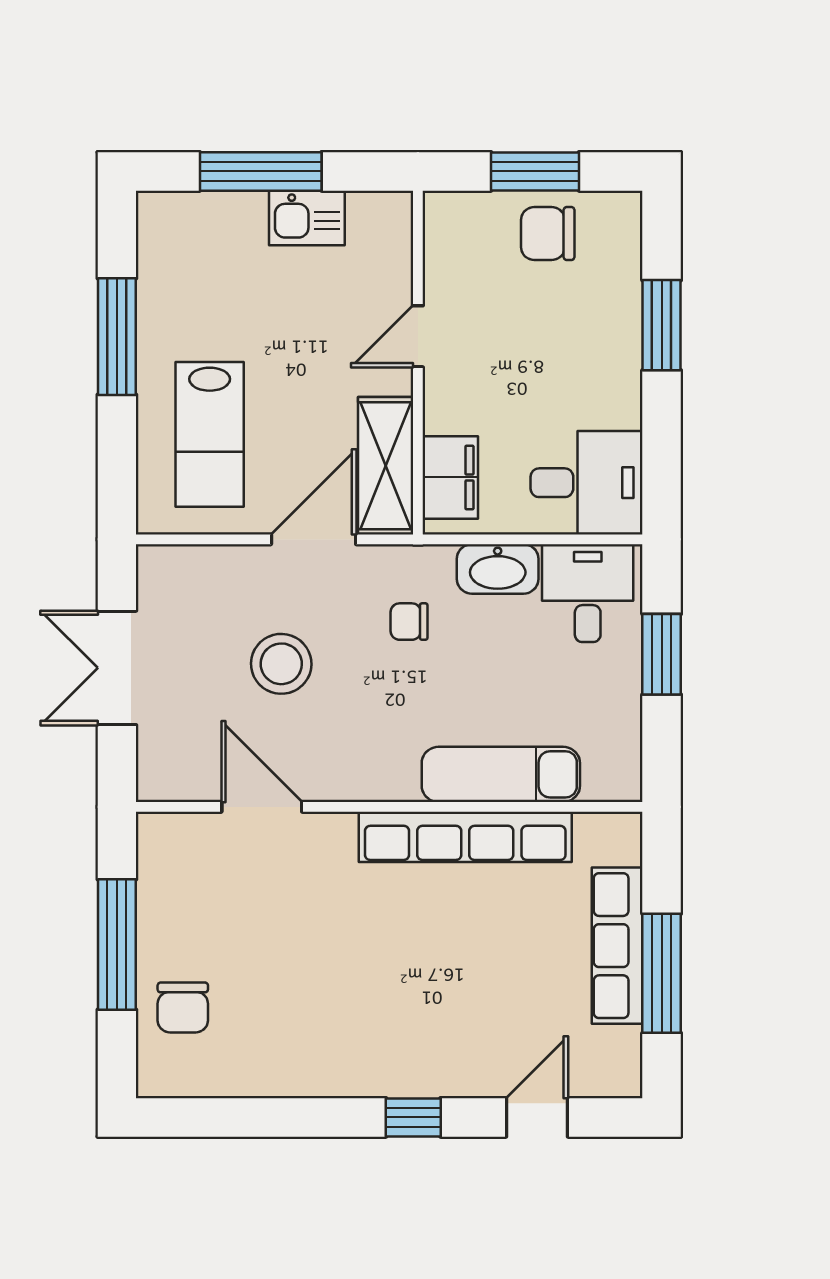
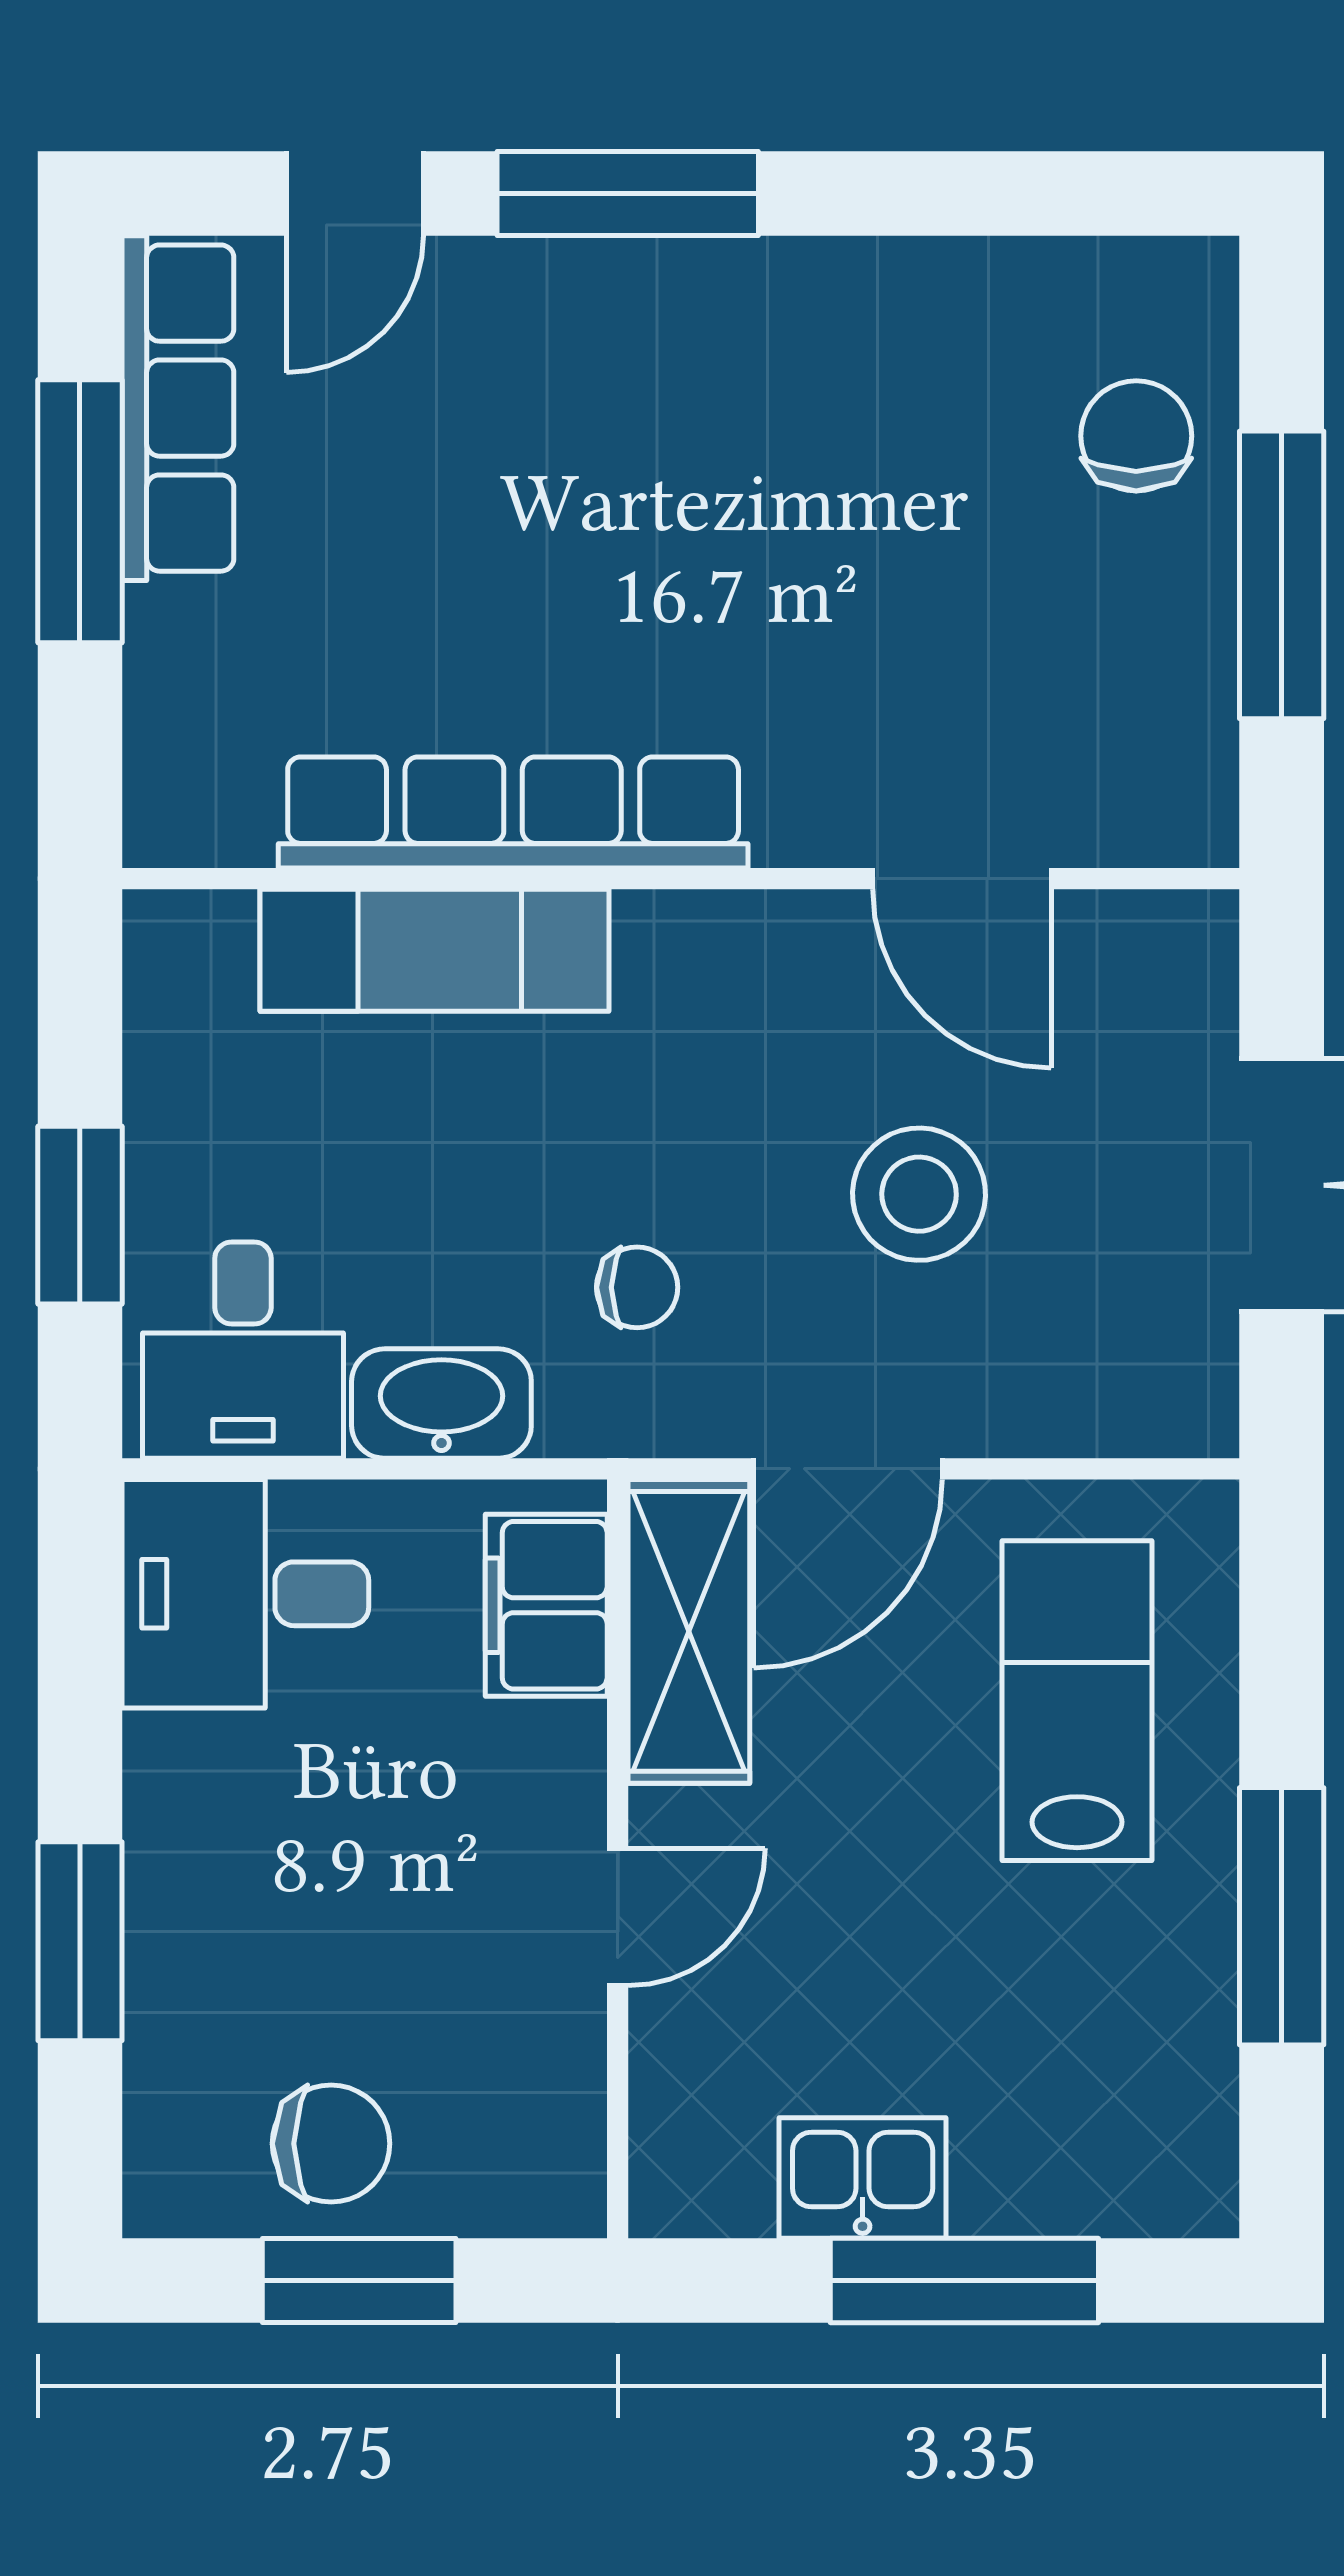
row of seats: (617, 946) -> (178, 408), moved
window: (413, 1117) -> (628, 193), width x2.17

